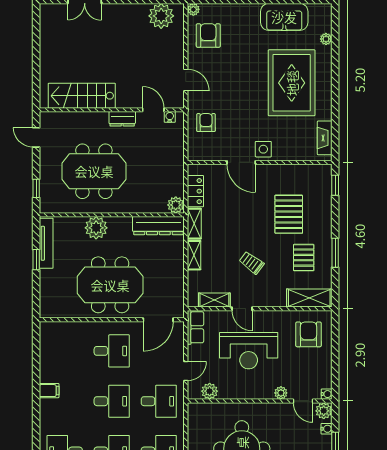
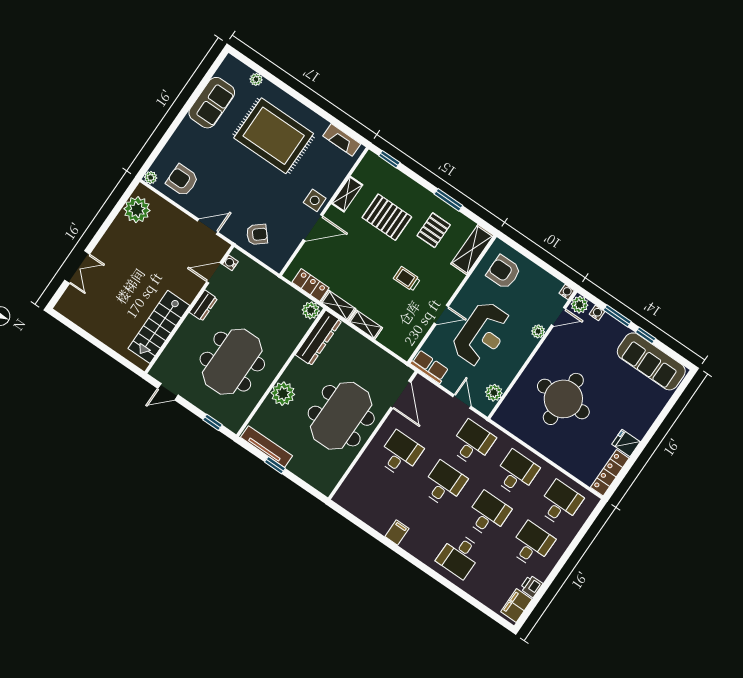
armchair: (206, 123) -> (257, 234), turned 140
pallet: (304, 258) -> (434, 230), turned 90
trolley: (252, 263) -> (407, 279), turned 53
shelving: (214, 300) -> (347, 194), moved

